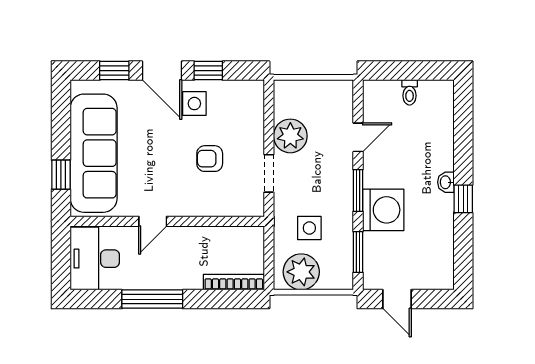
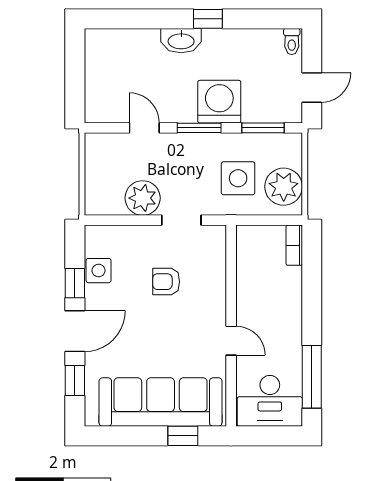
toilet: (410, 92) -> (292, 41), moved, turned 90
side table: (194, 104) -> (99, 271), moved
armchair: (210, 159) -> (166, 282), turned 90
washbasin: (446, 182) -> (181, 41), width x1.91, depth x1.45
side table: (309, 228) -> (238, 178), width x1.37, depth x1.37
bookcase: (234, 282) -> (294, 245), width x0.64
window: (152, 299) -> (312, 377), moved

